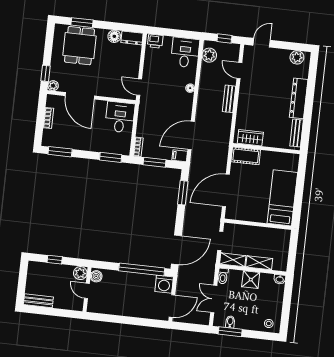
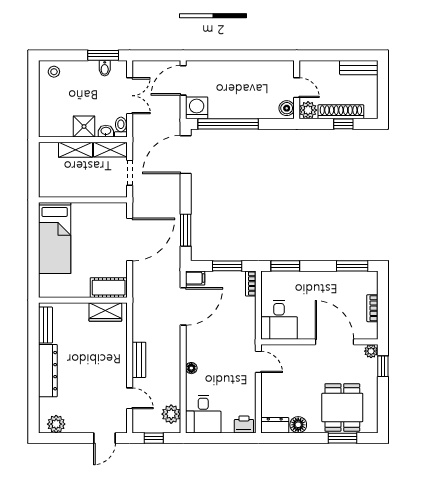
shoe rack: (56, 269) -> (341, 112), added
washbasin: (280, 279) -> (106, 131), moved

